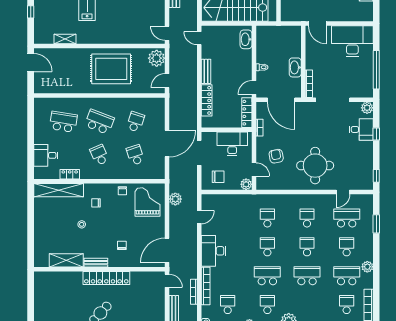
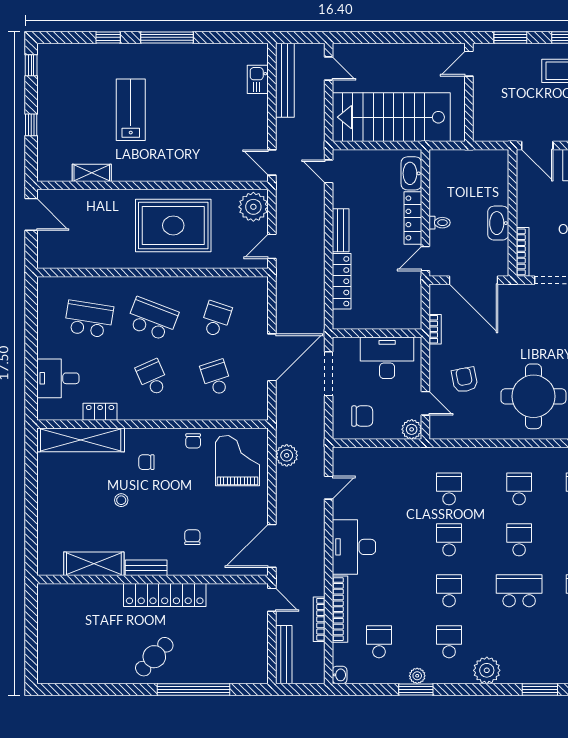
locker: (247, 113) -> (413, 218), moved
school desk: (267, 276) -> (449, 591), width x0.54

